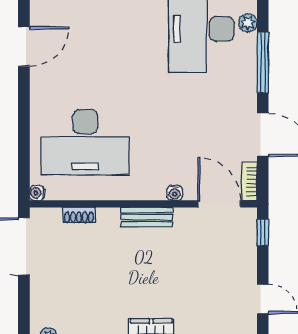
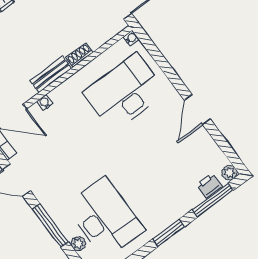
door: (24, 47) -> (197, 109), moved
shoe rack: (79, 215) -> (79, 55), moved

